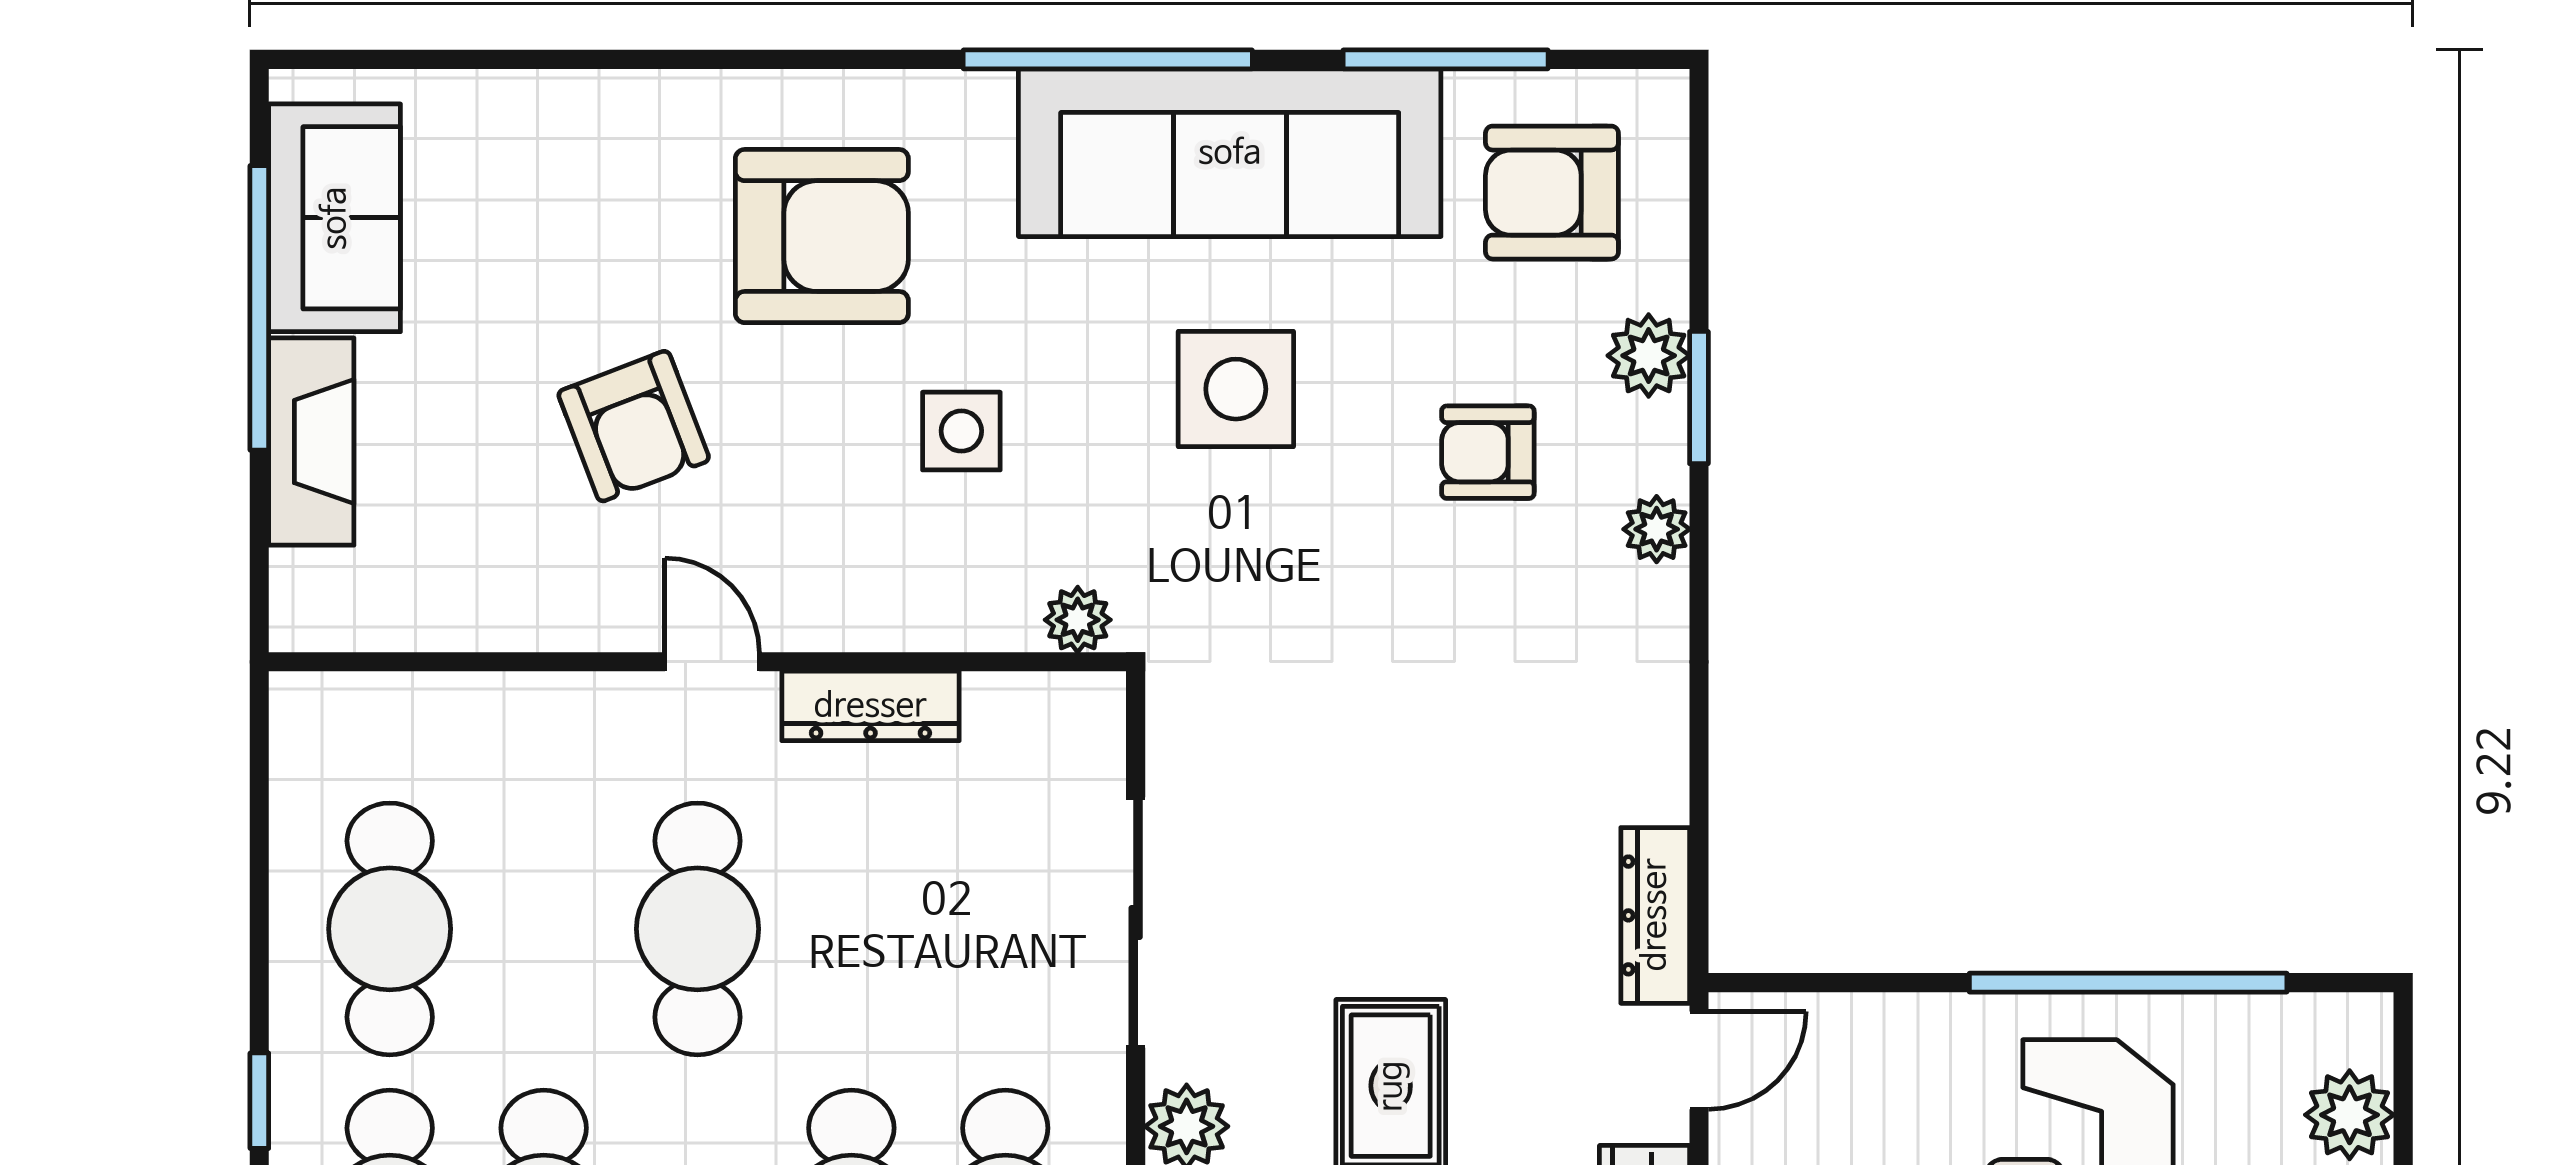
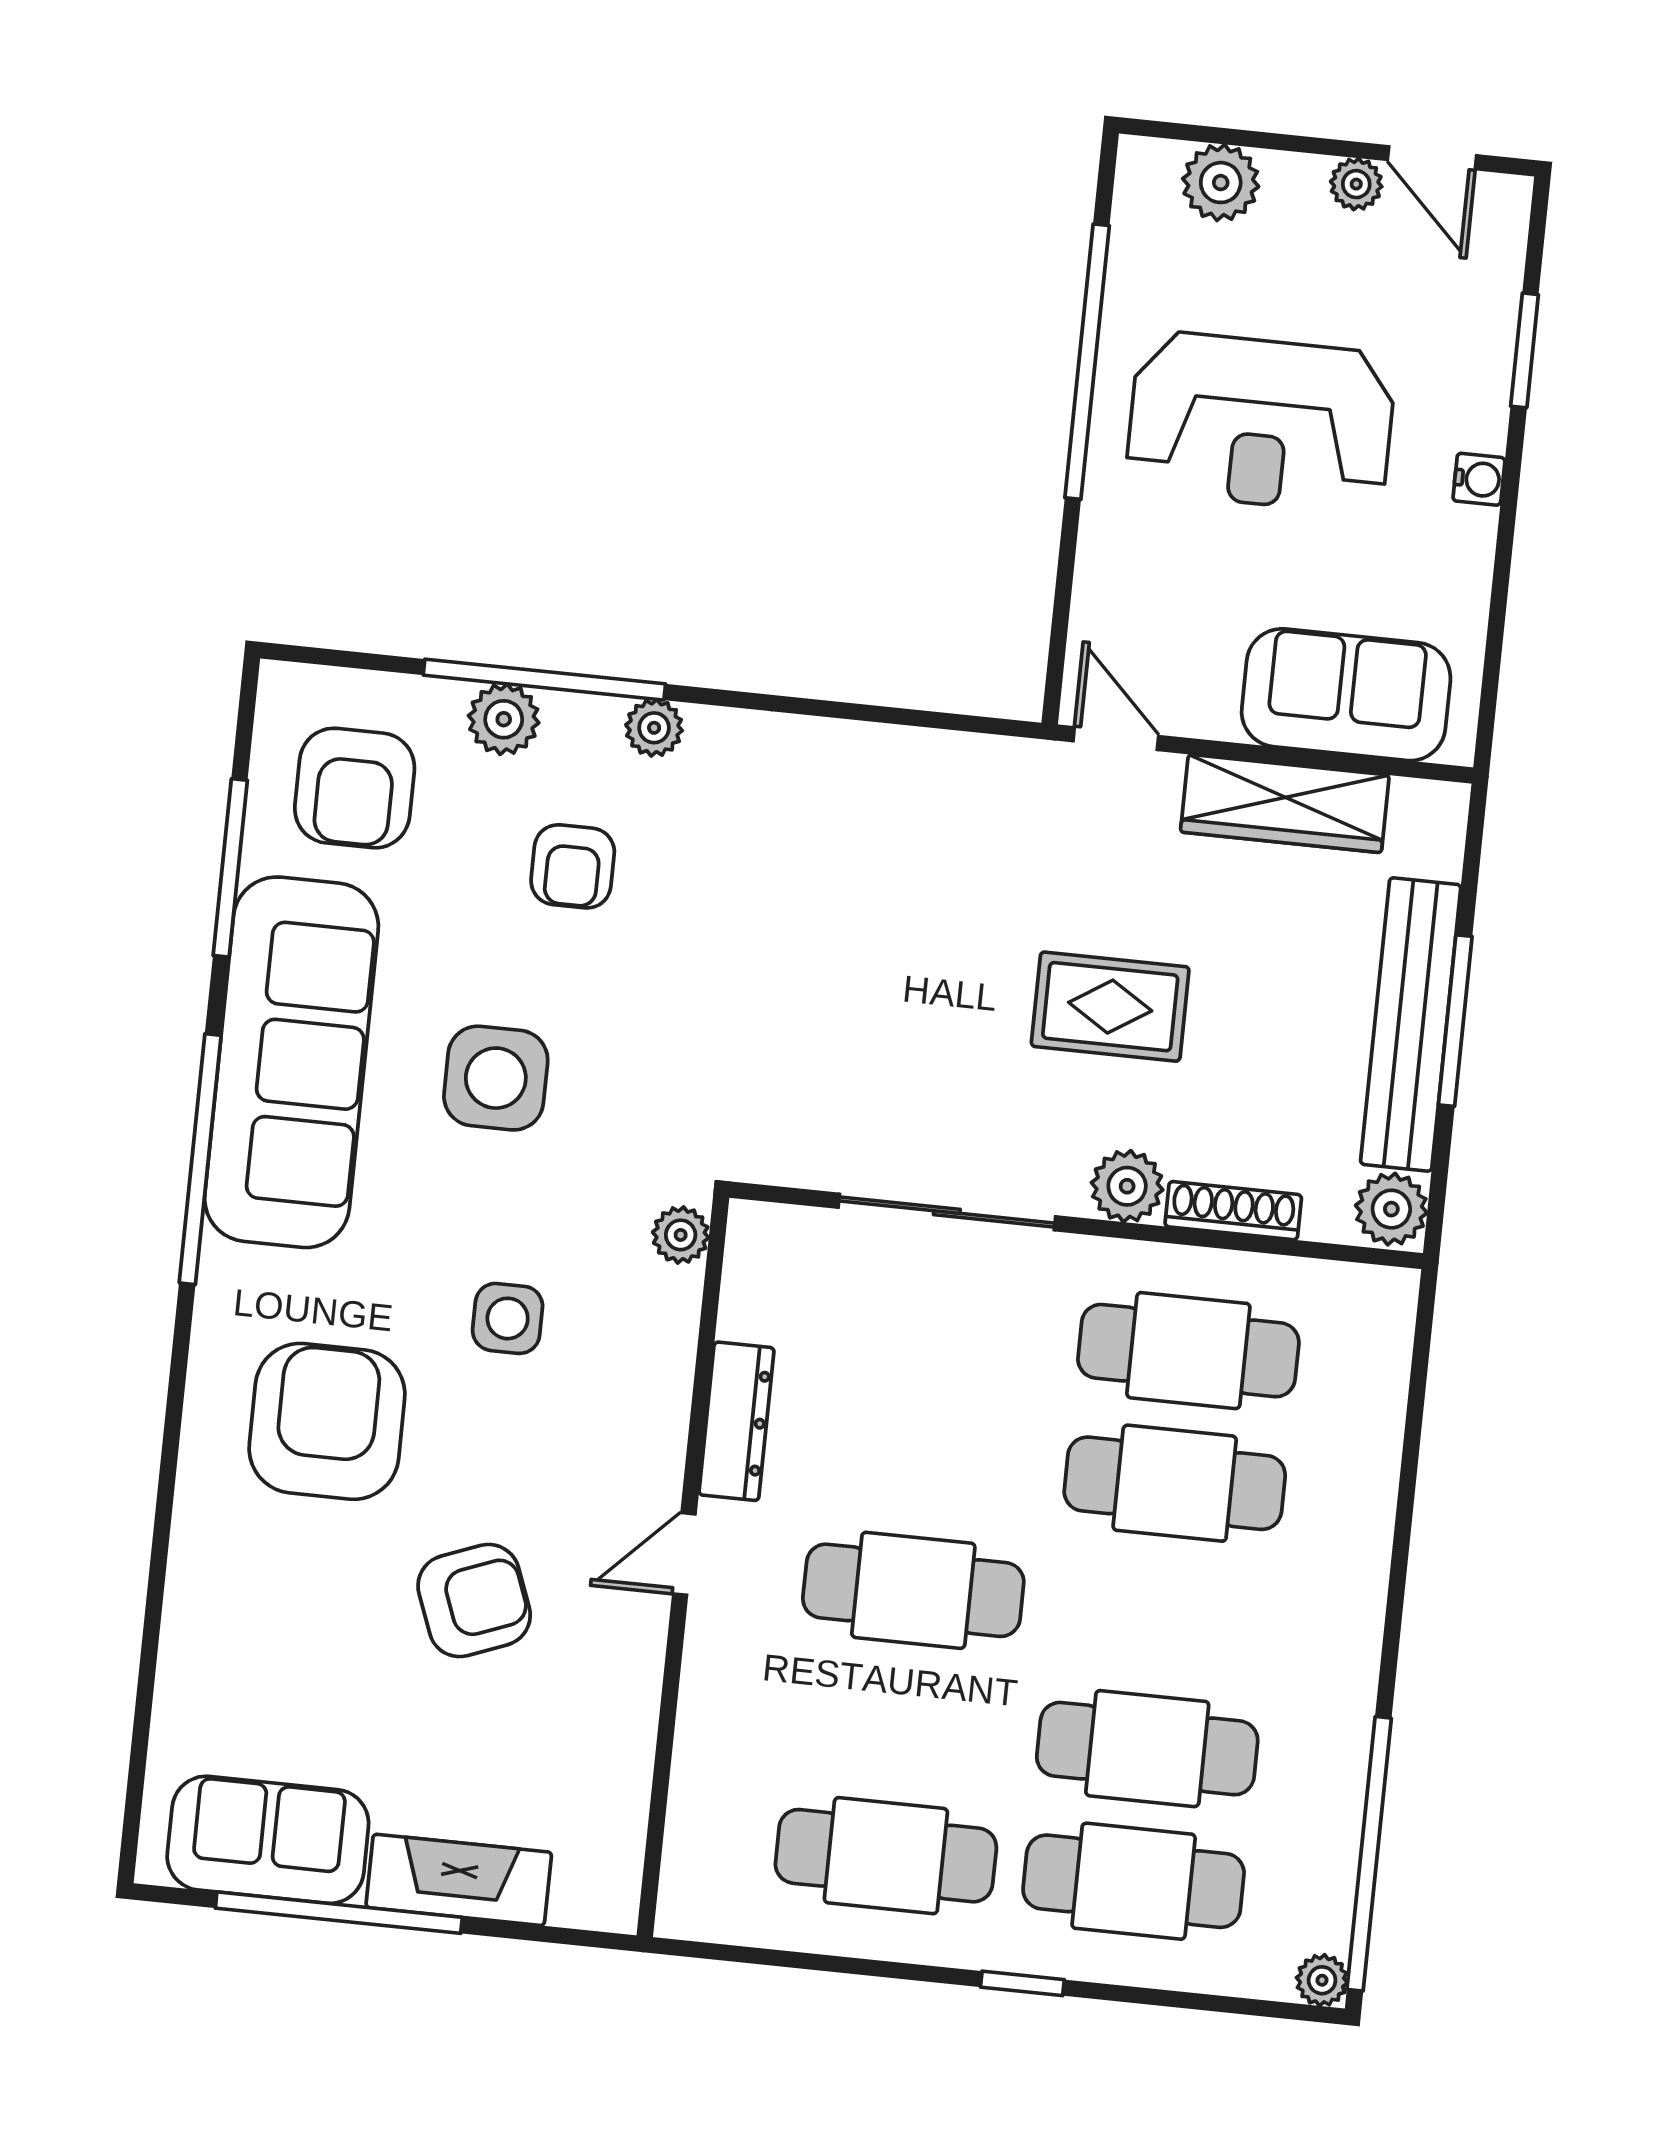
window: (1699, 398) -> (544, 680), width x2.11
dresser: (1655, 915) -> (987, 763), removed

